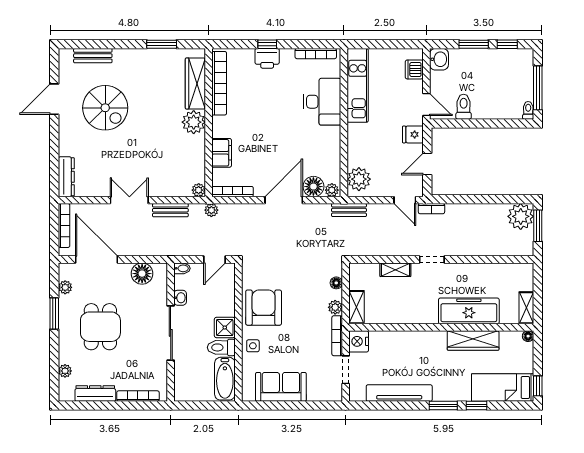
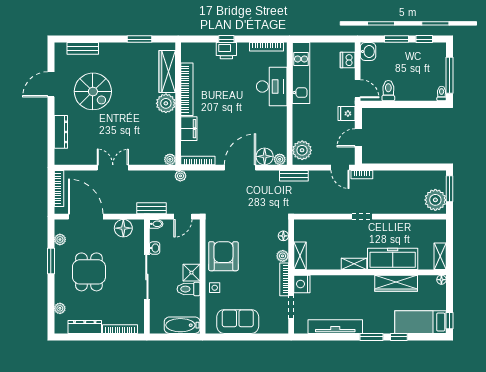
bookcase: (219, 83) -> (187, 89), moved
dresser: (66, 177) -> (61, 132), moved
bench: (170, 210) -> (151, 208), moved
plant: (521, 216) -> (435, 200), moved
shelving: (395, 270) -> (354, 264), moved
bathtub: (225, 379) -> (182, 325), moved, turned 90

